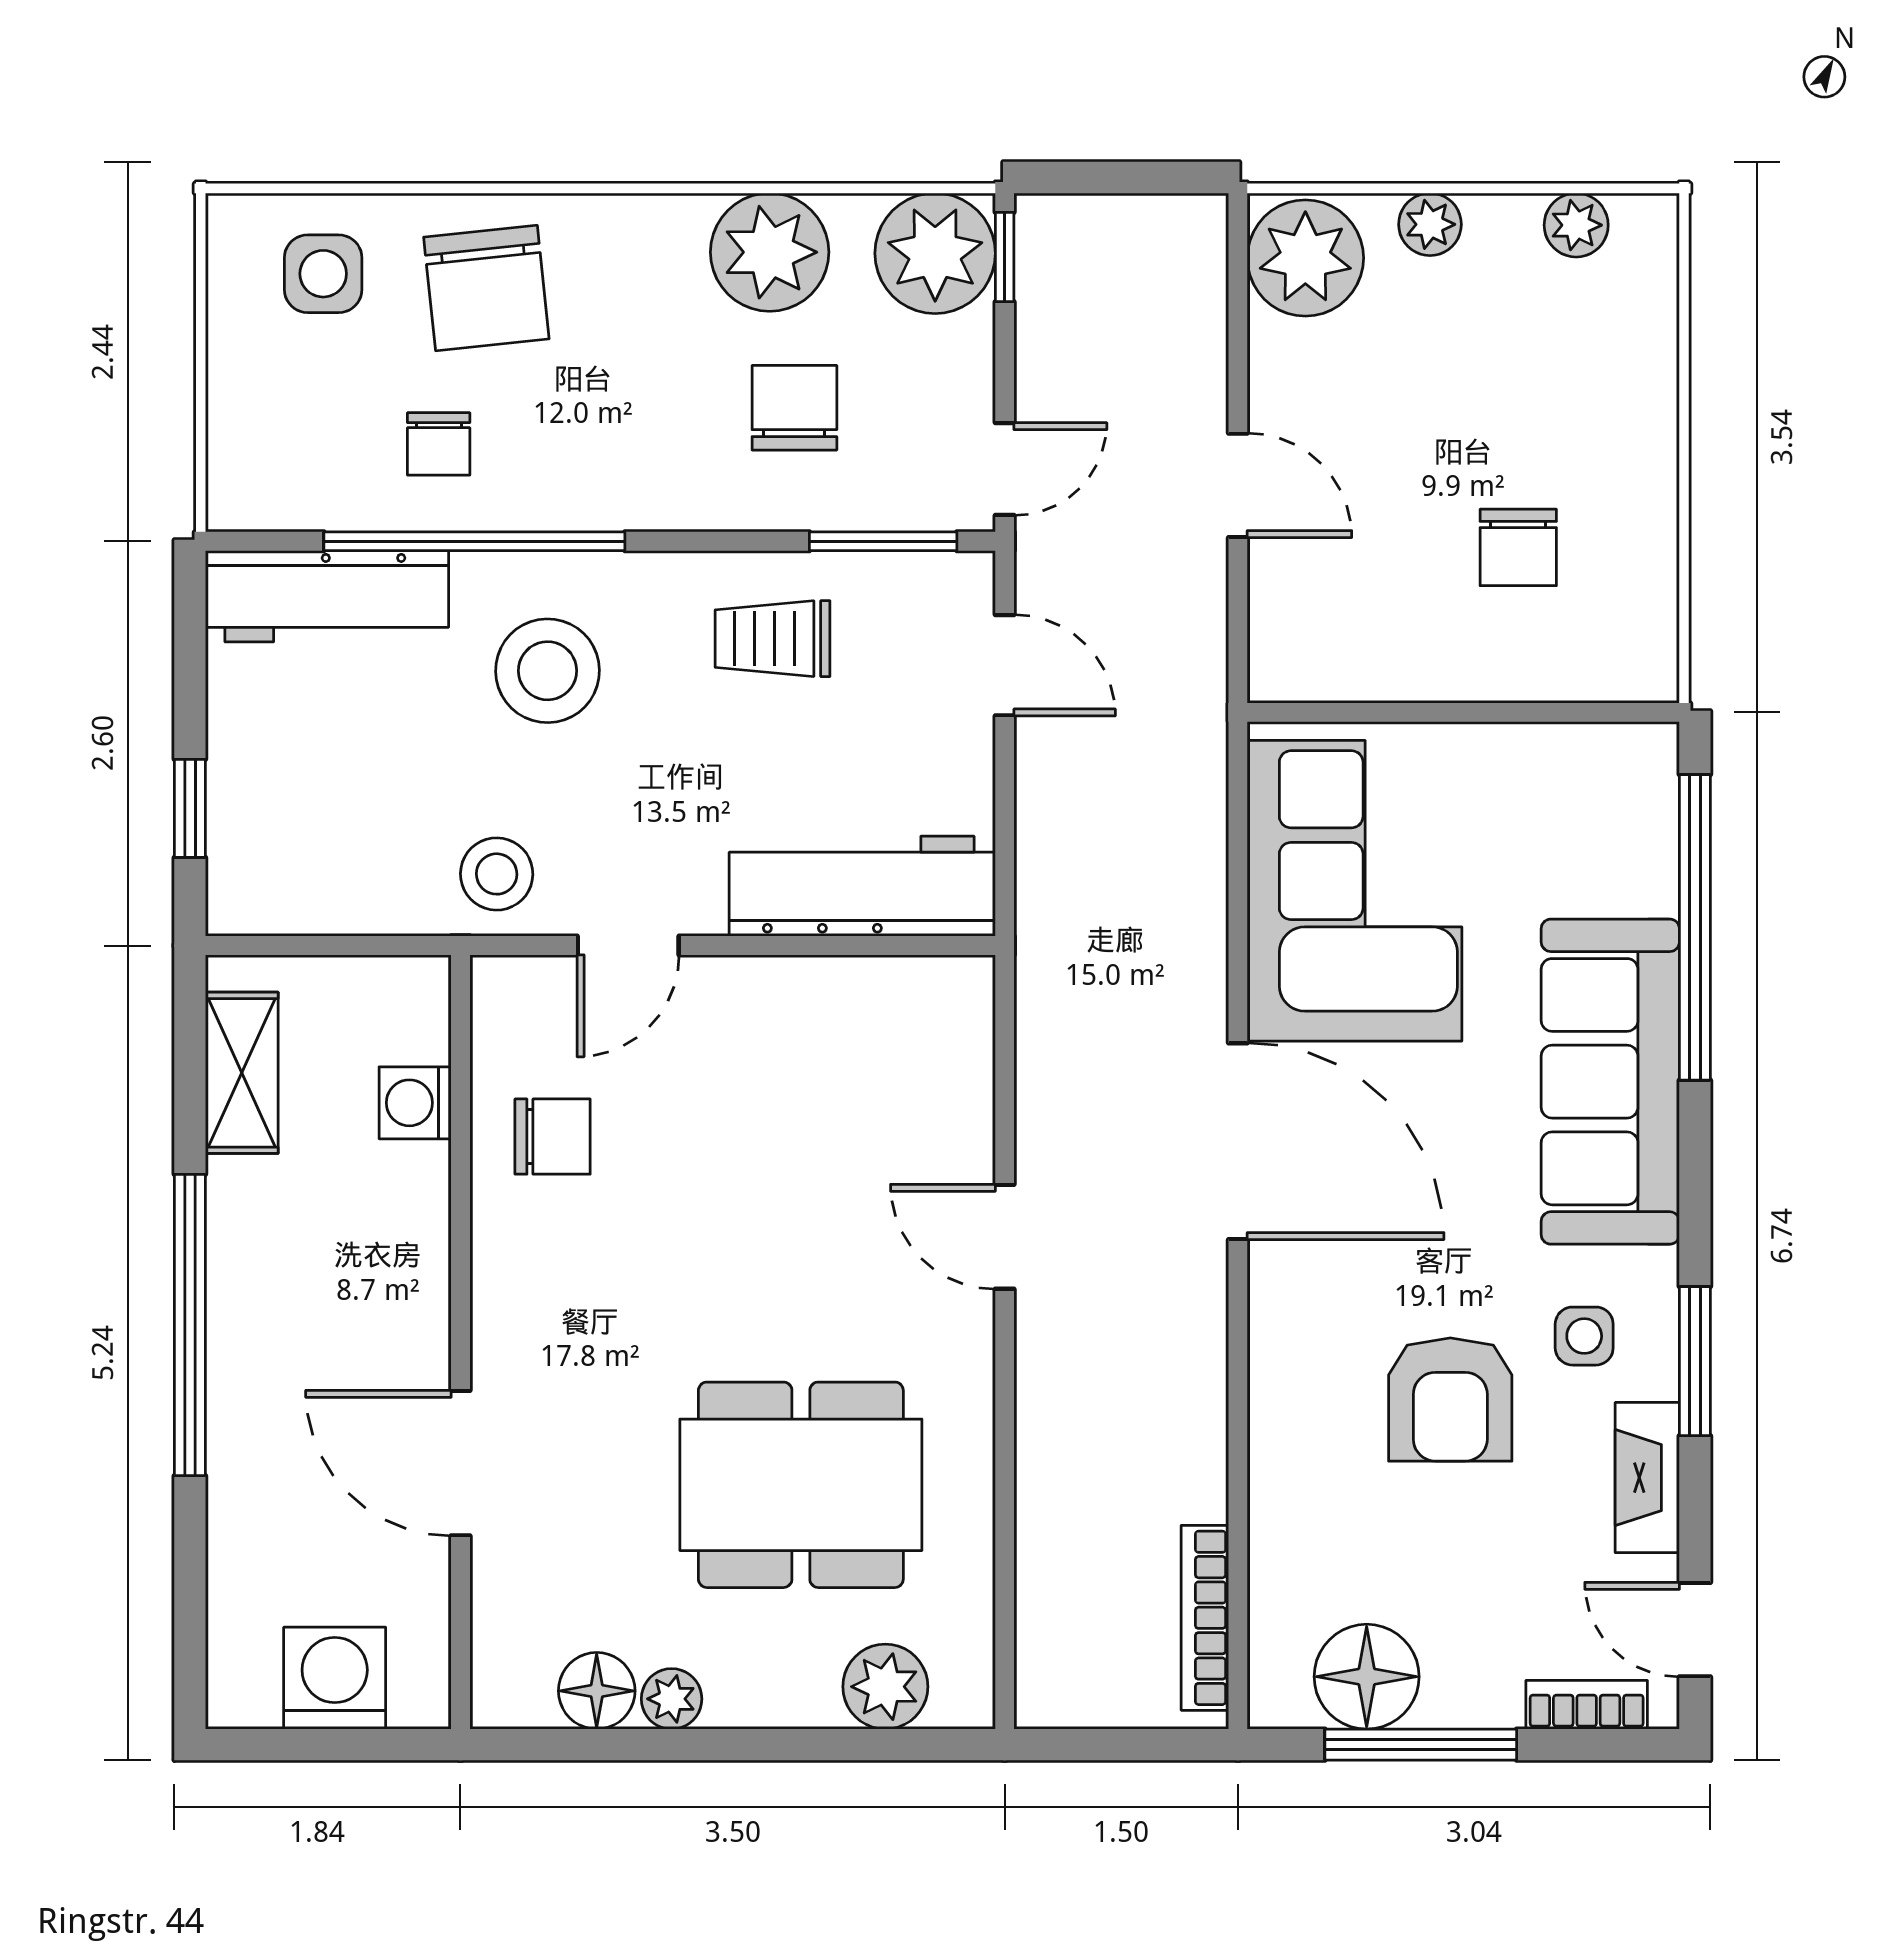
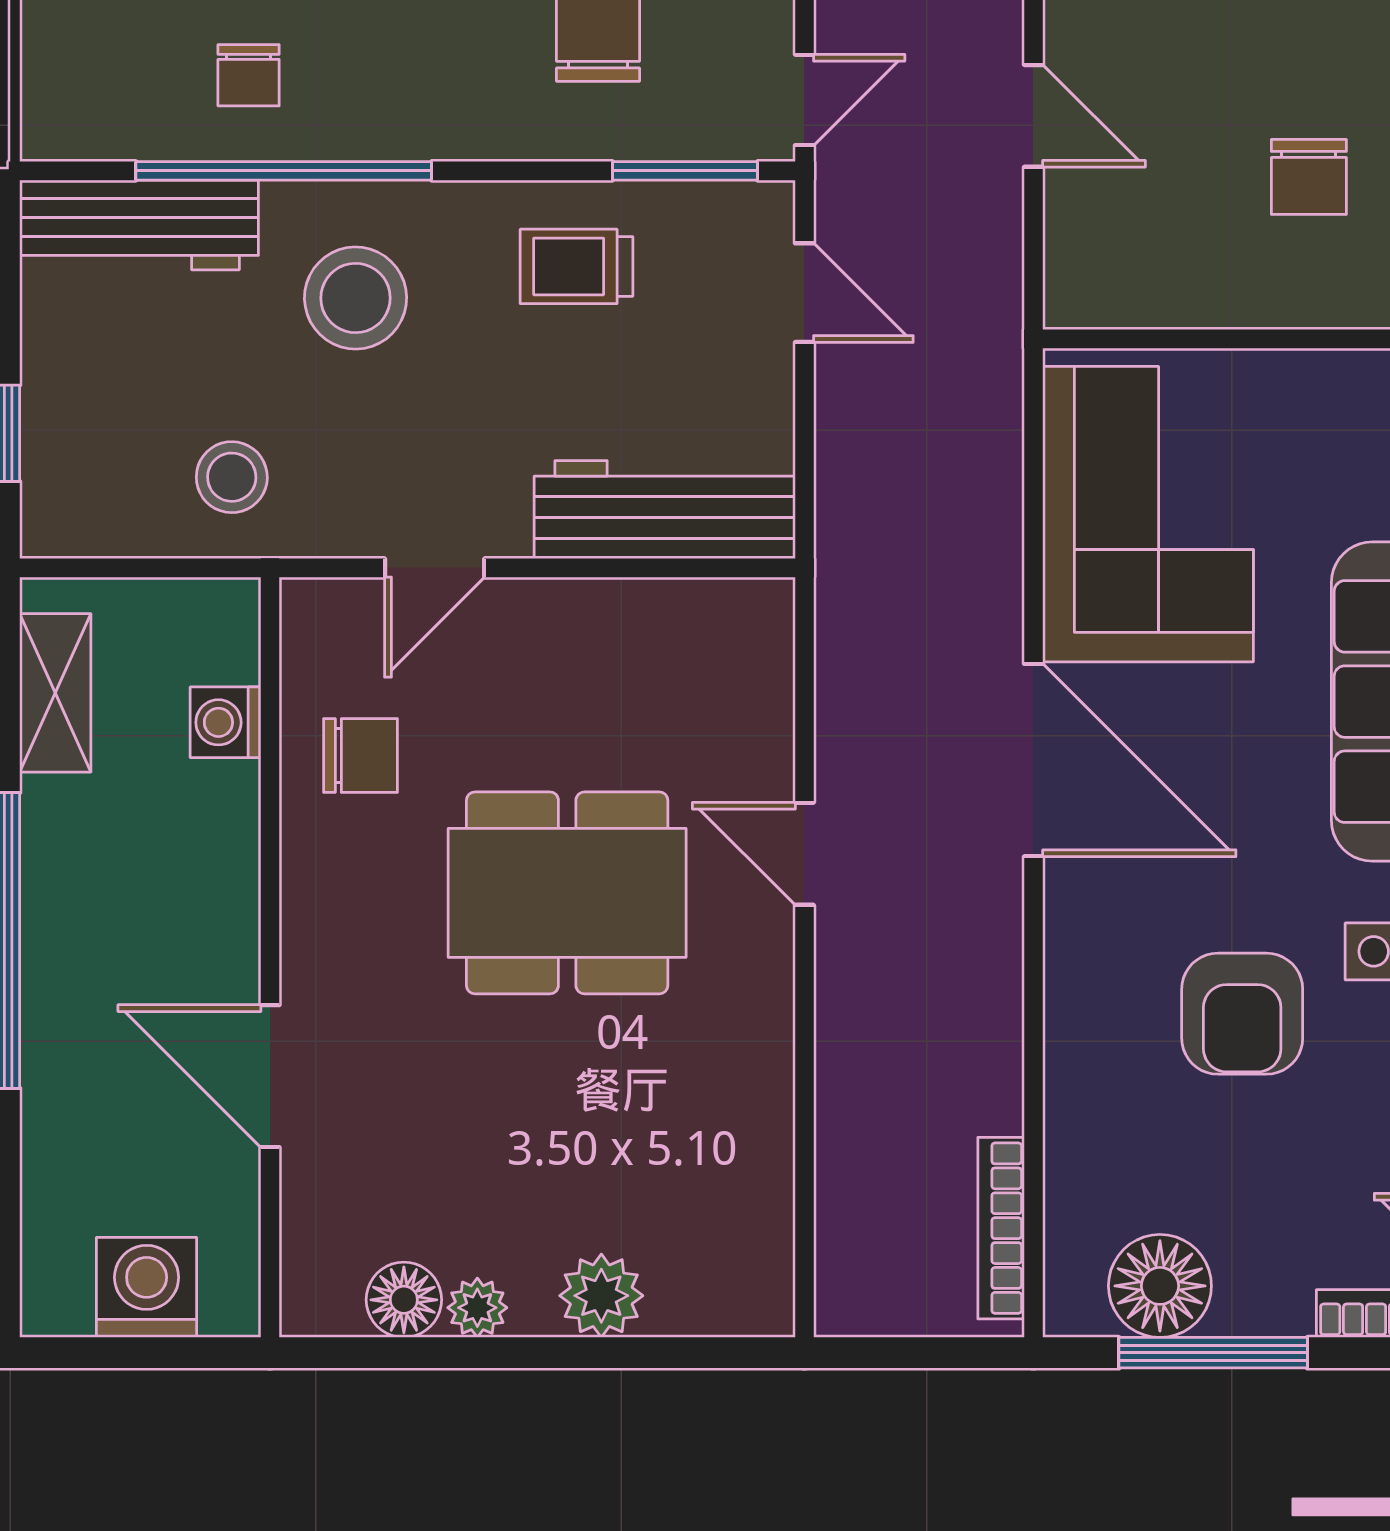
stool: (497, 874) -> (232, 477), moved
dining table: (801, 1485) -> (567, 893), moved
plant: (885, 1687) -> (601, 1296), moved

